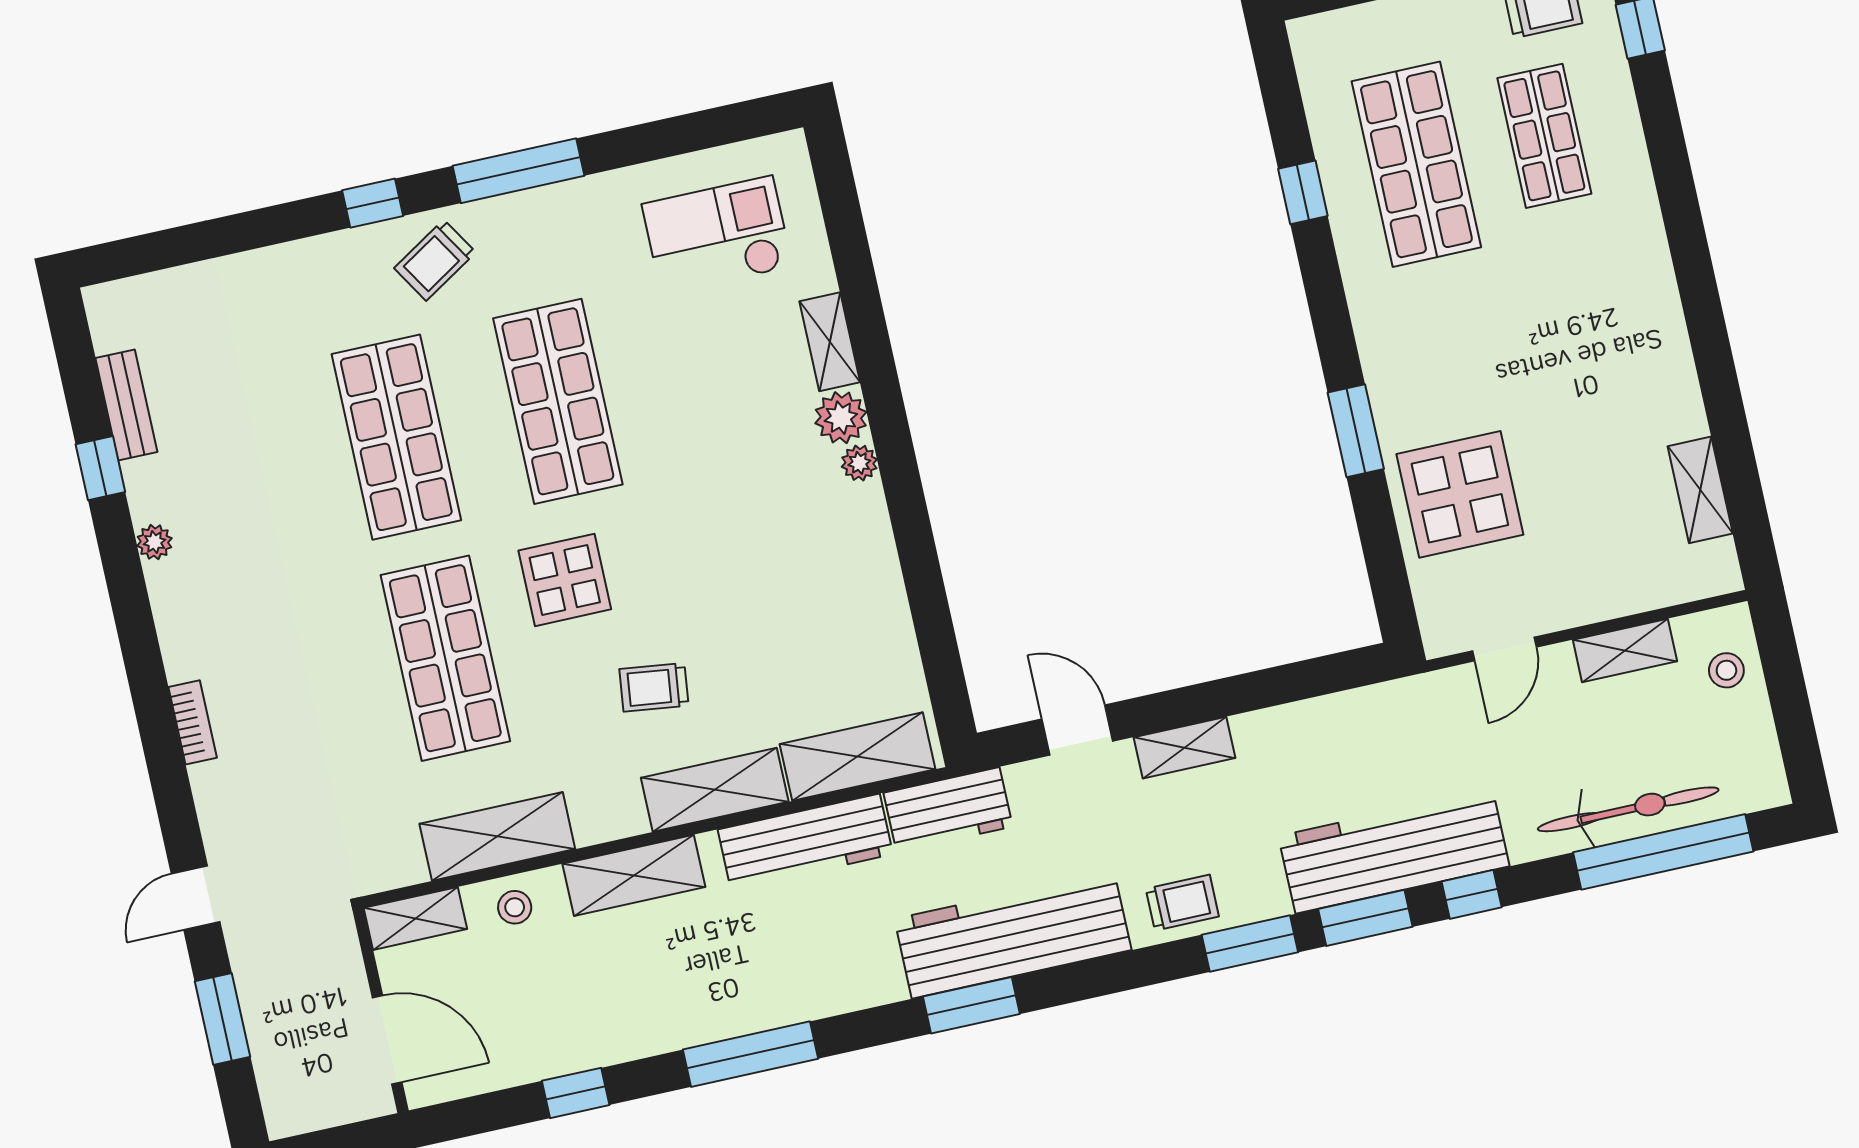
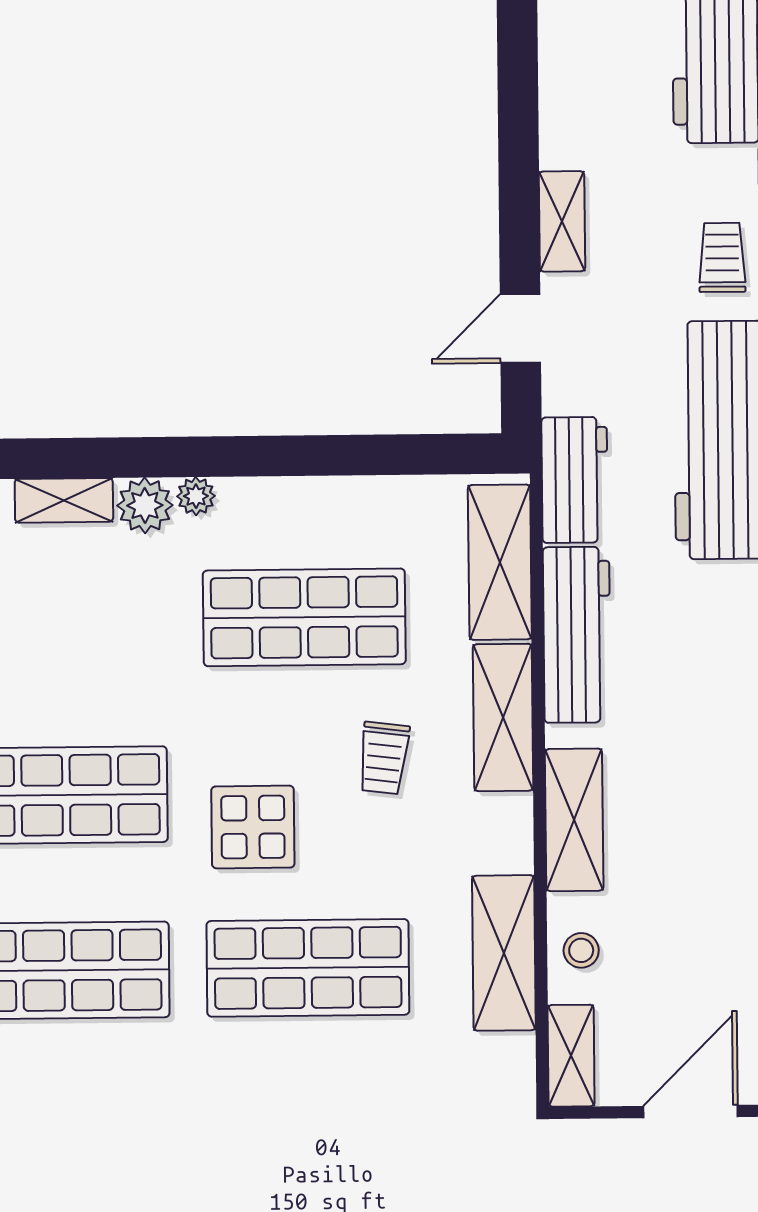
shop shelf: (768, 587) -> (304, 617), added

